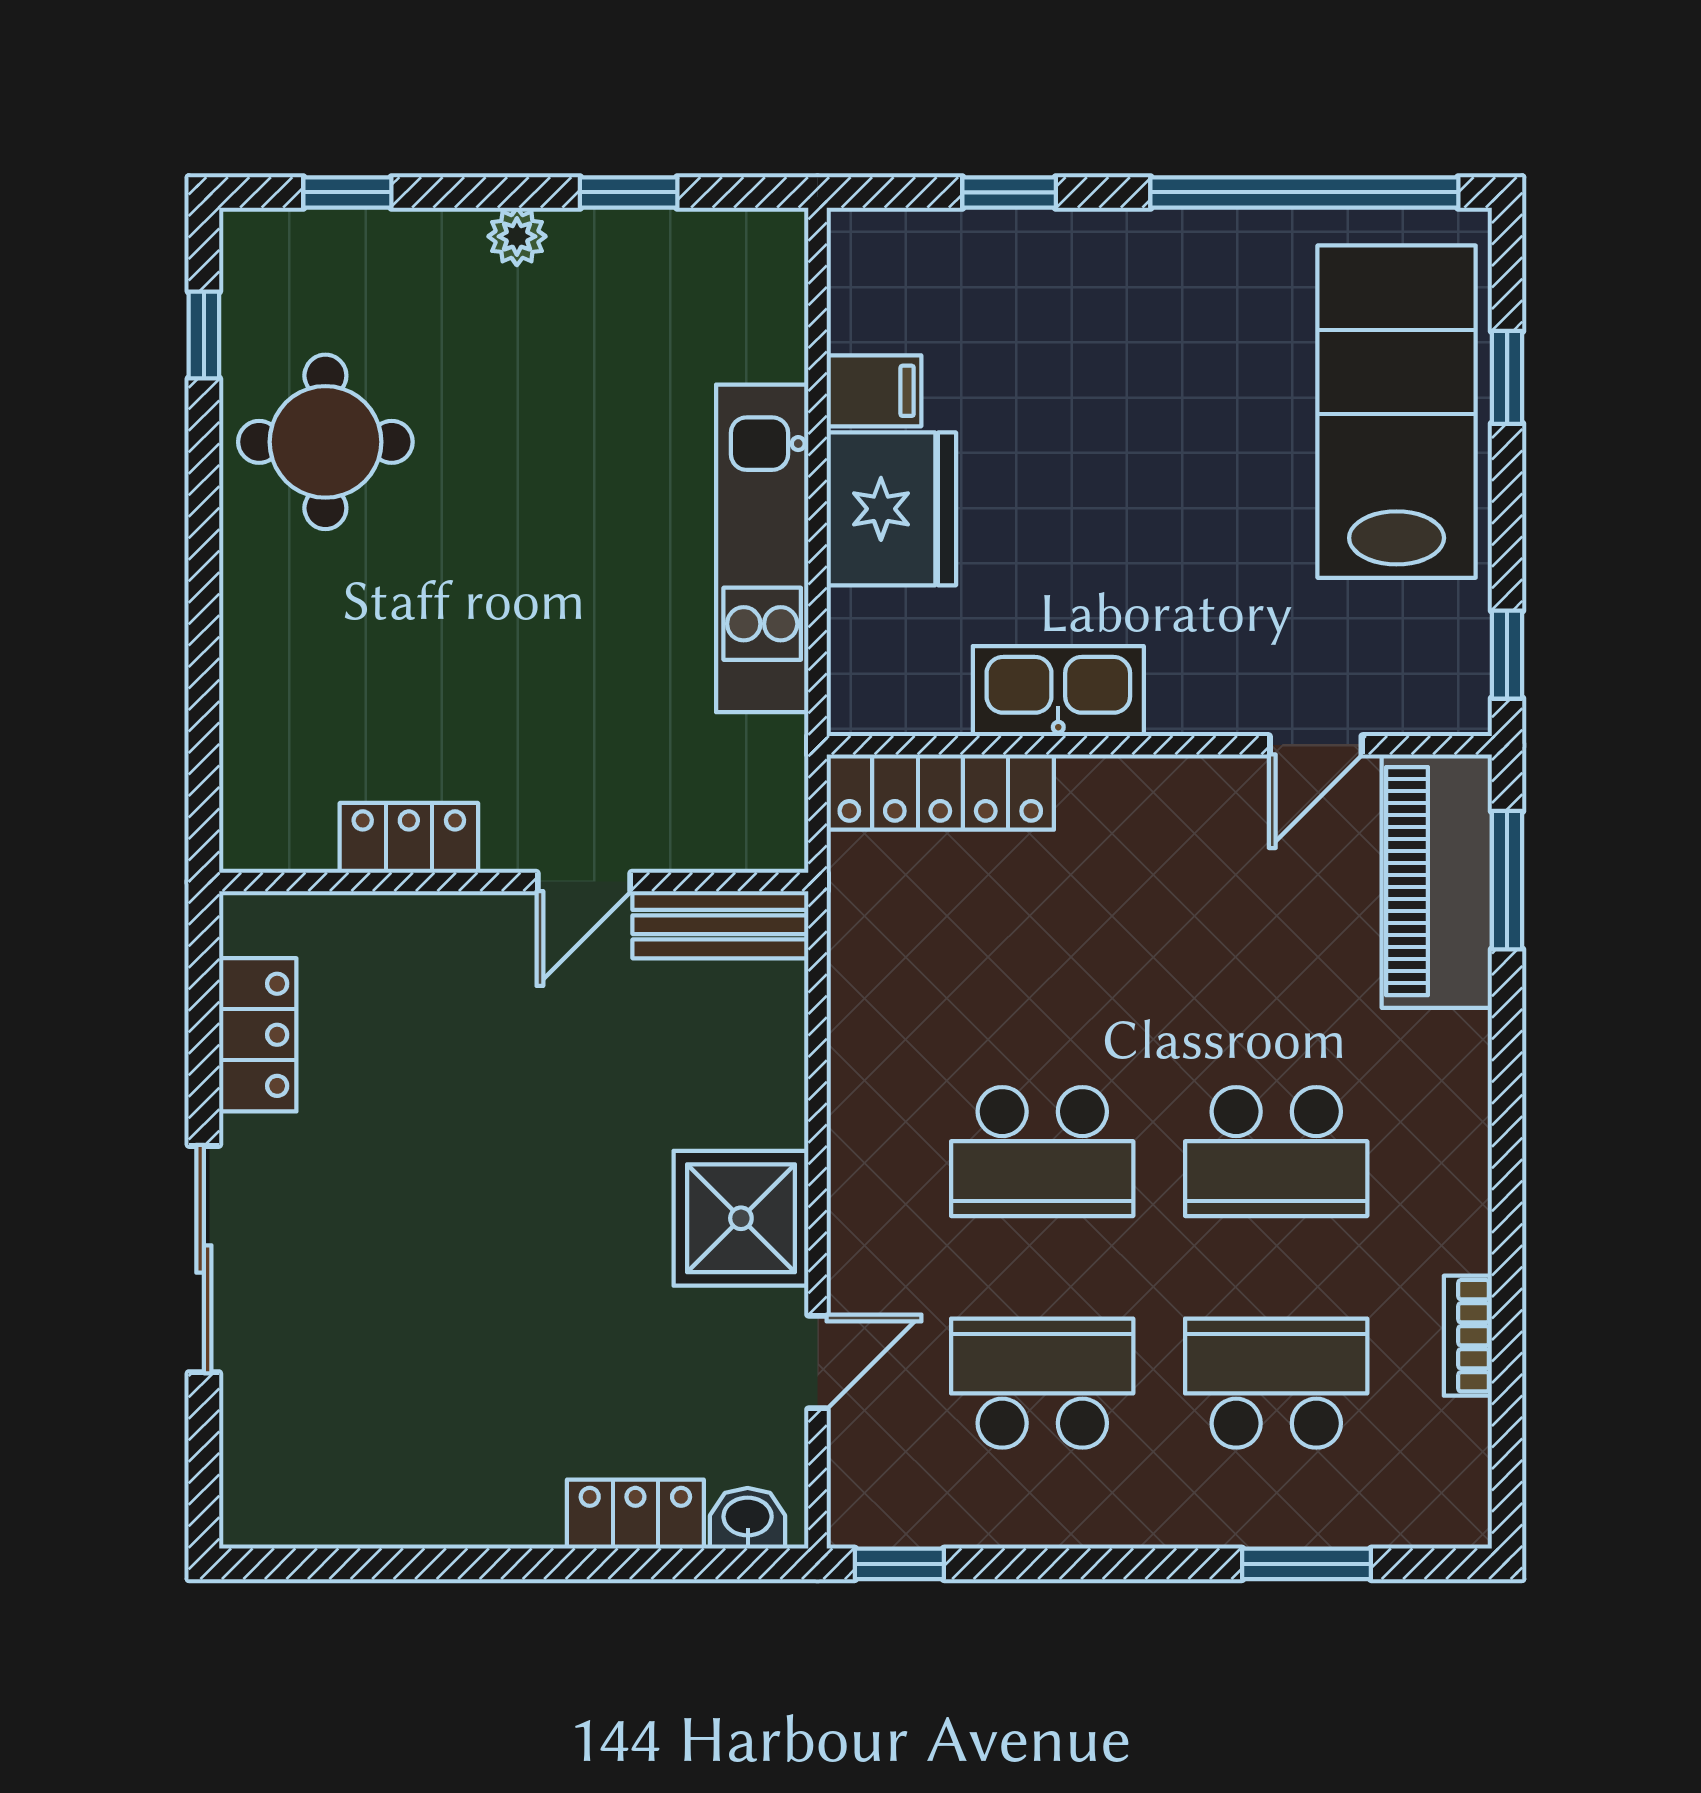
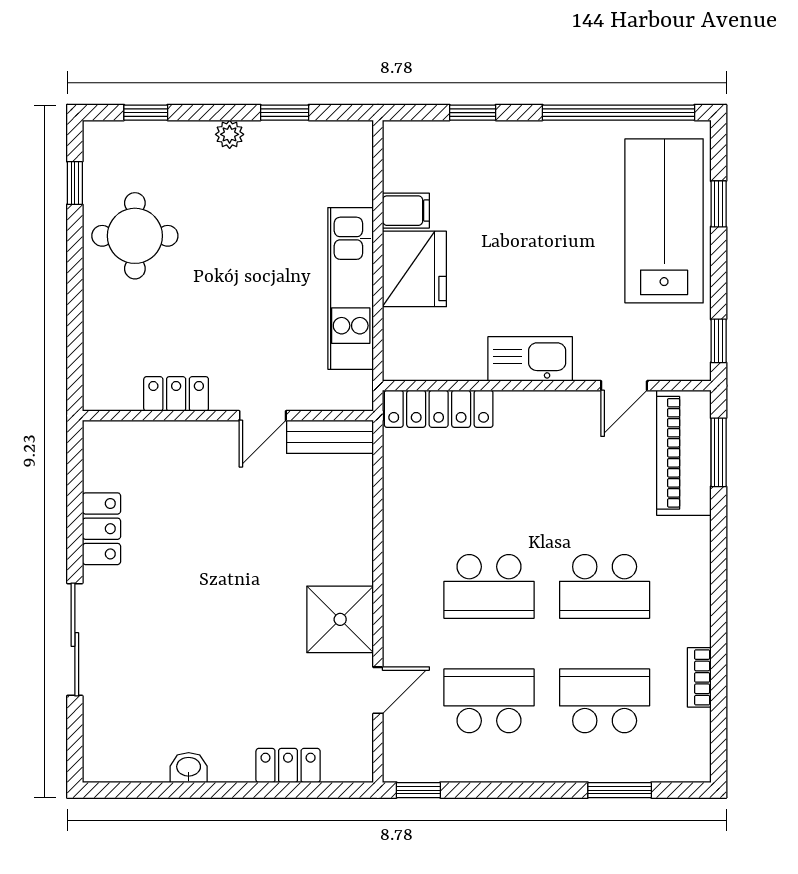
kitchen sink: (1058, 691) -> (530, 359), moved
locker: (409, 838) -> (176, 394), moved
wall: (514, 882) -> (228, 416), moved
door: (584, 882) -> (263, 416), moved
bench: (720, 925) -> (330, 437), moved
washbasin: (748, 1518) -> (189, 768), moved

